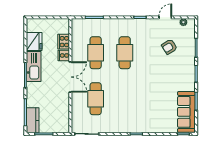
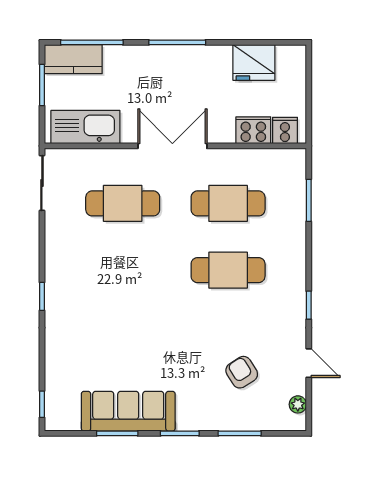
cooker: (64, 55) -> (285, 130), moved
kitchen sink: (34, 66) -> (85, 127), moved, turned 180
double door: (70, 77) -> (172, 146), swing flipped
sofa: (186, 112) -> (128, 411), moved

